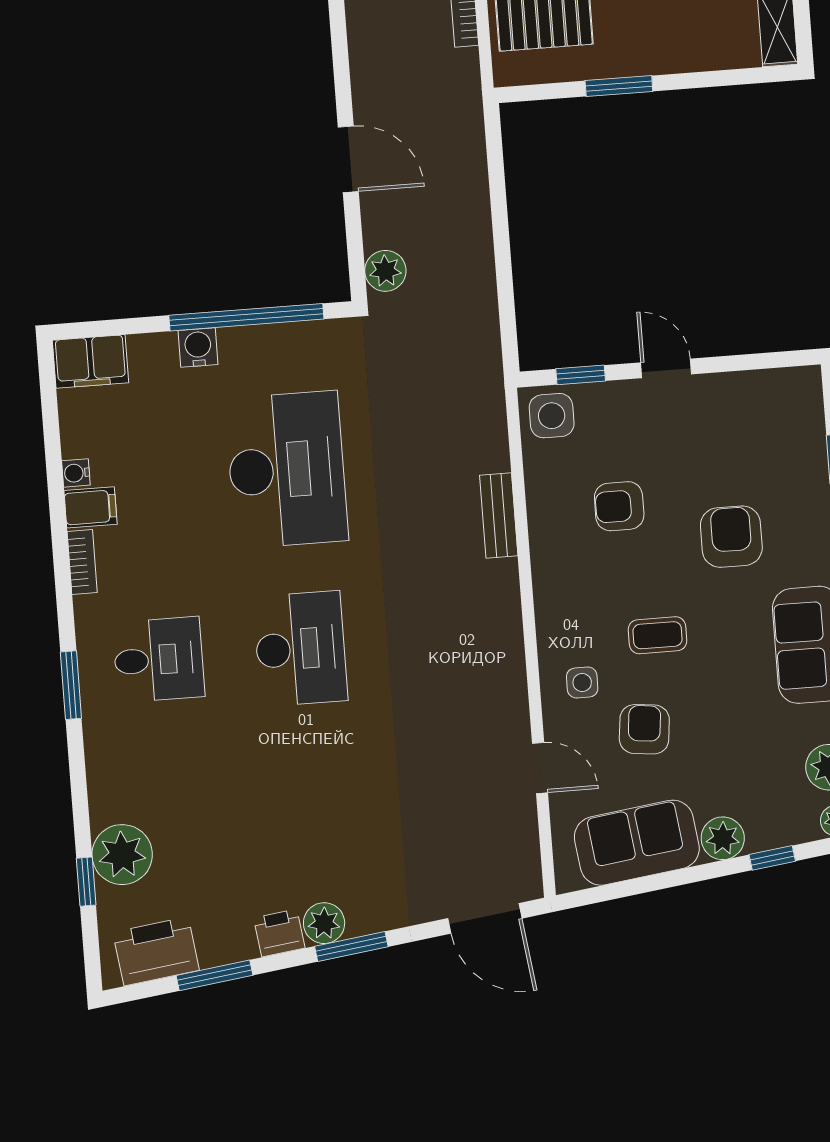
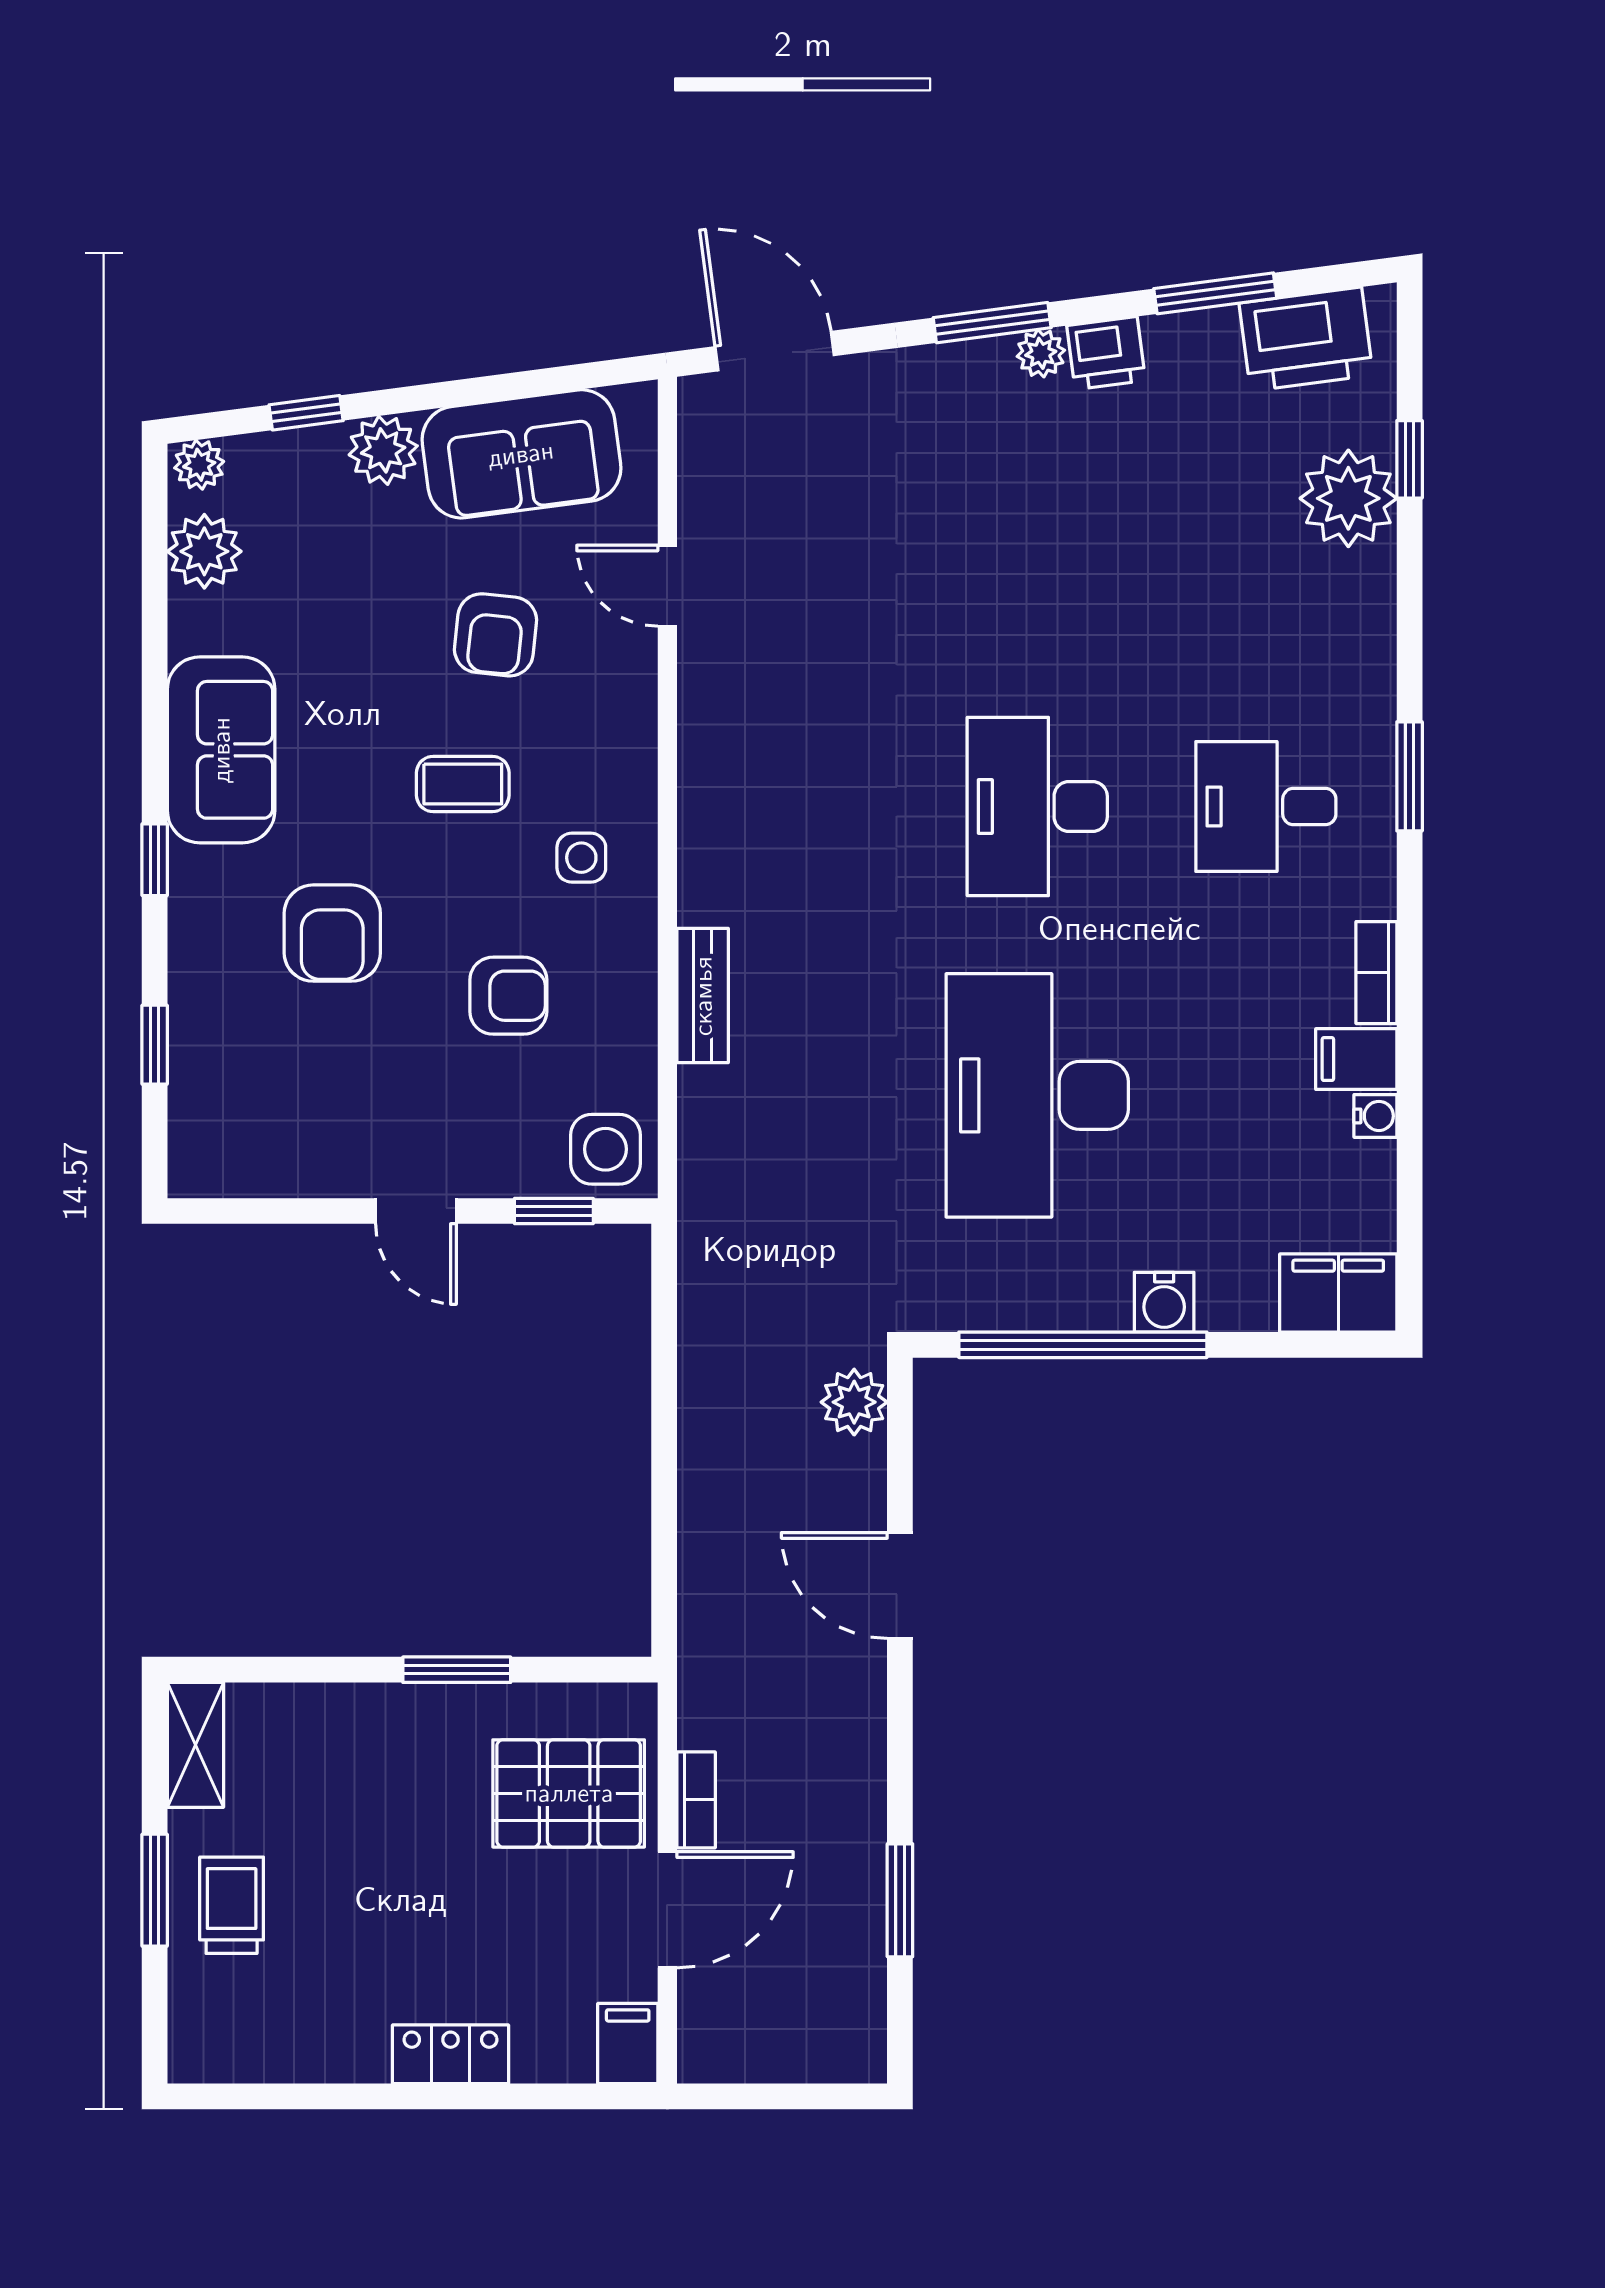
side table: (582, 683) -> (581, 858), moved
plant: (324, 923) -> (1041, 353), width x0.73, depth x0.73

